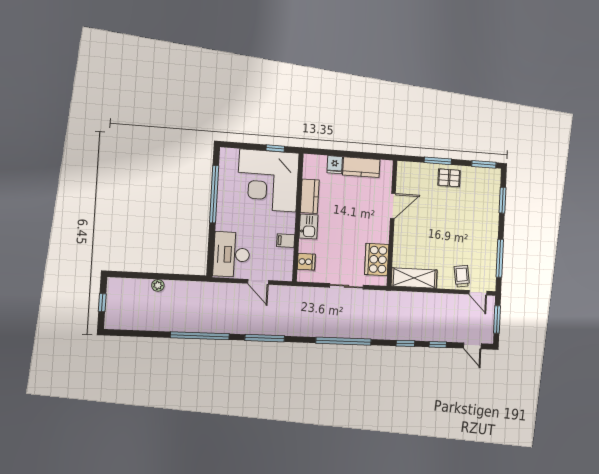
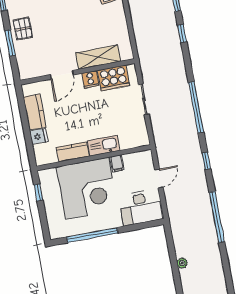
corner desk: (268, 181) -> (87, 188), moved
door: (393, 206) -> (62, 75), swing flipped
kitchen sink: (308, 227) -> (104, 146), width x1.38
cooker: (306, 262) -> (90, 79), moved, turned 180
shelving: (414, 278) -> (98, 57), moved, turned 90
window: (265, 338) -> (206, 161), width x0.46
window: (344, 341) -> (196, 107), moved

